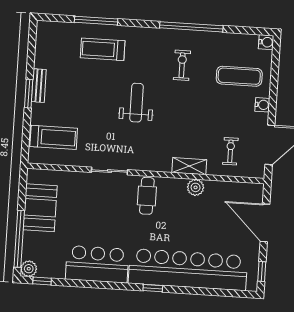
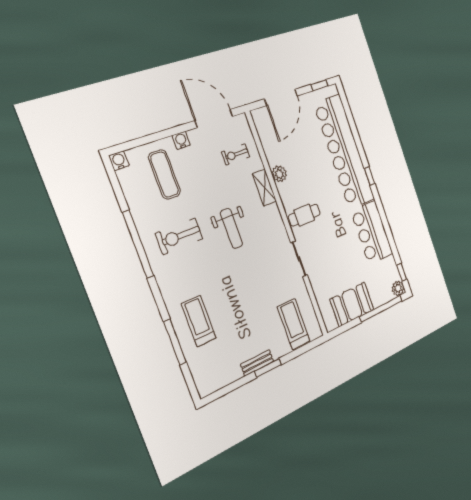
treadmill: (103, 49) -> (199, 321), turned 180
exercise bike: (182, 65) -> (179, 236), width x1.38, depth x1.39
weight bench: (136, 103) -> (231, 228), moved, turned -90

